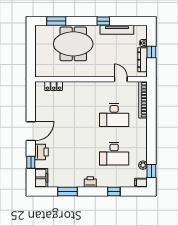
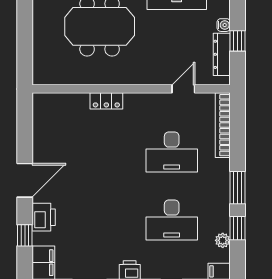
door: (121, 79) -> (183, 89), hinge flipped
locker: (54, 86) -> (106, 101), moved
window: (151, 135) -> (237, 188), added
window: (151, 171) -> (237, 228), moved

